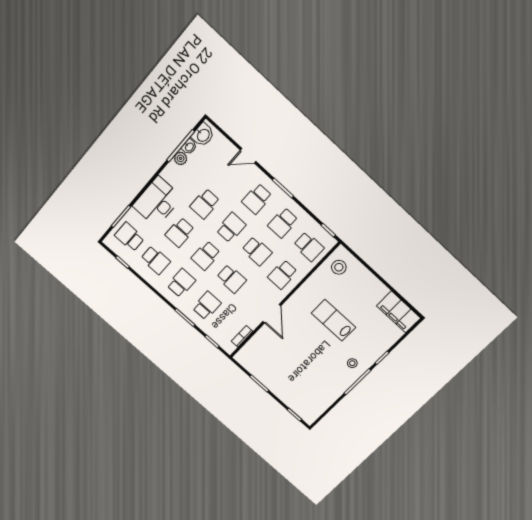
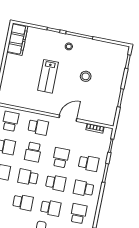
school desk: (257, 251) -> (33, 152), turned 180
stool: (339, 267) -> (86, 76), moved
school desk: (207, 306) -> (89, 163), turned 180

